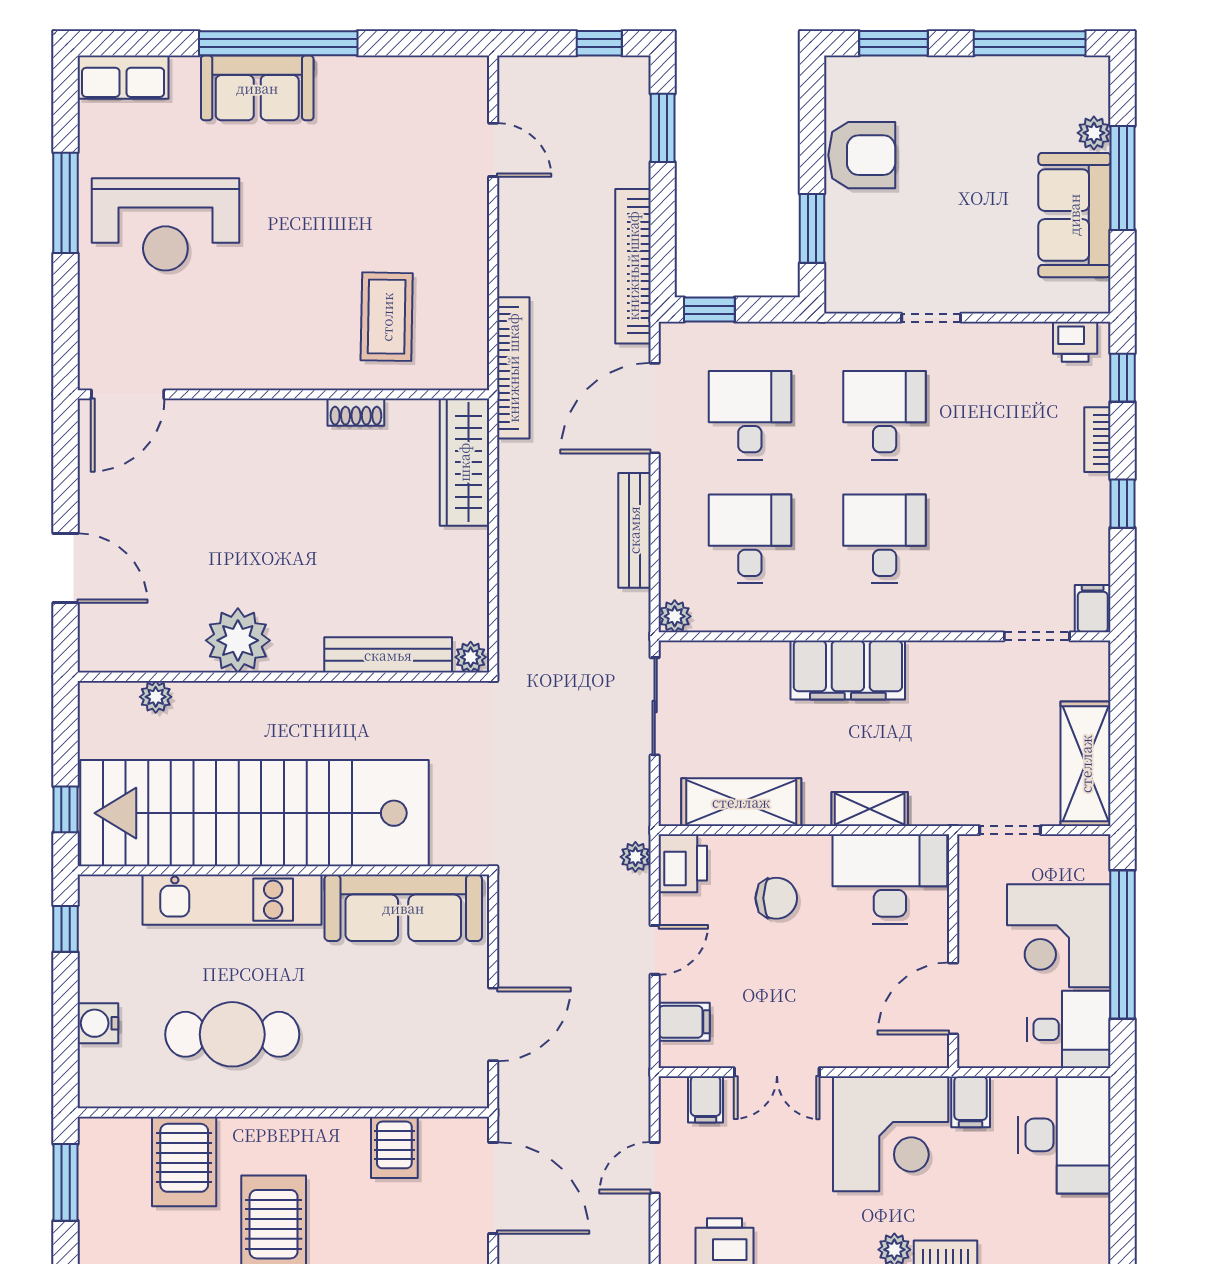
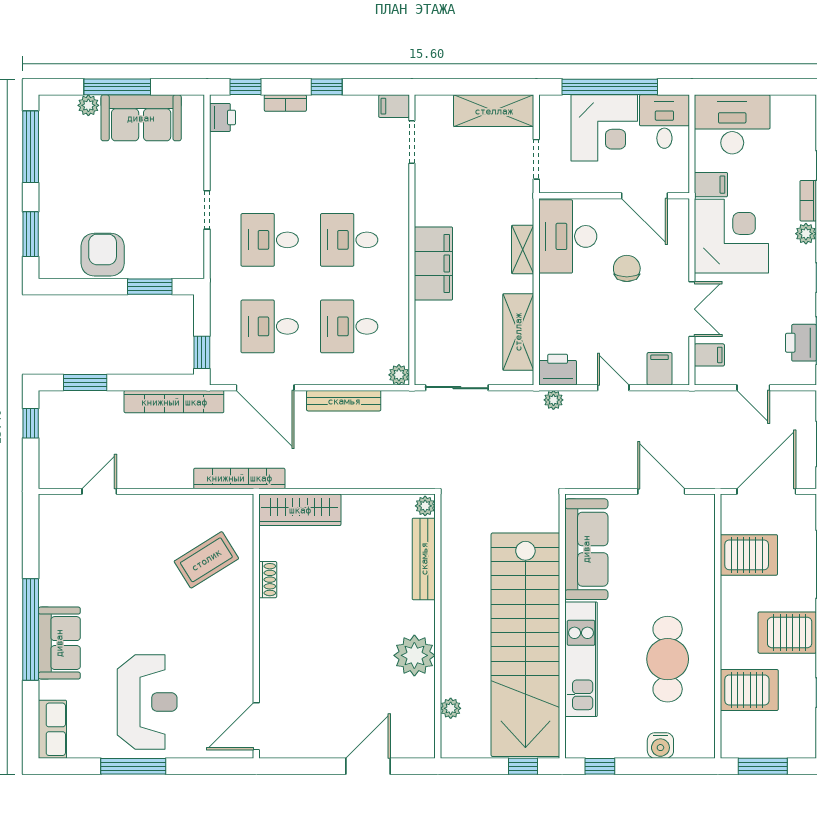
coffee table: (387, 317) -> (206, 560), turned -33
door: (128, 394) -> (256, 726), swing flipped
chair: (776, 898) -> (627, 268), moved
server rack: (394, 1147) -> (749, 555), width x1.36, depth x1.44

